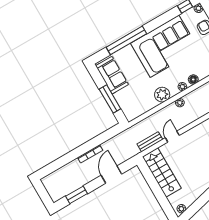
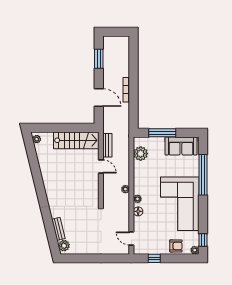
plant: (162, 95) -> (141, 154), moved

